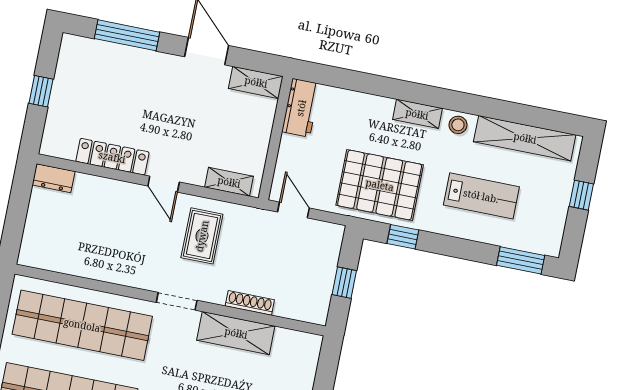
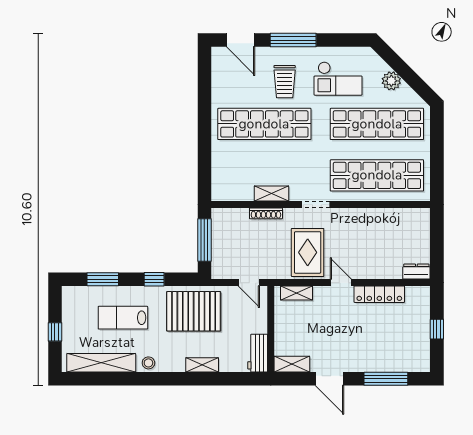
shelving: (417, 114) -> (202, 365), moved
rug: (202, 236) -> (308, 252), width x1.36, depth x1.43
window: (403, 237) -> (154, 279), moved
window: (521, 260) -> (103, 279), moved
window: (344, 283) -> (204, 240), width x2.17
shelving: (236, 333) -> (271, 193), width x0.67, depth x0.75

